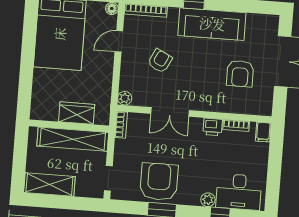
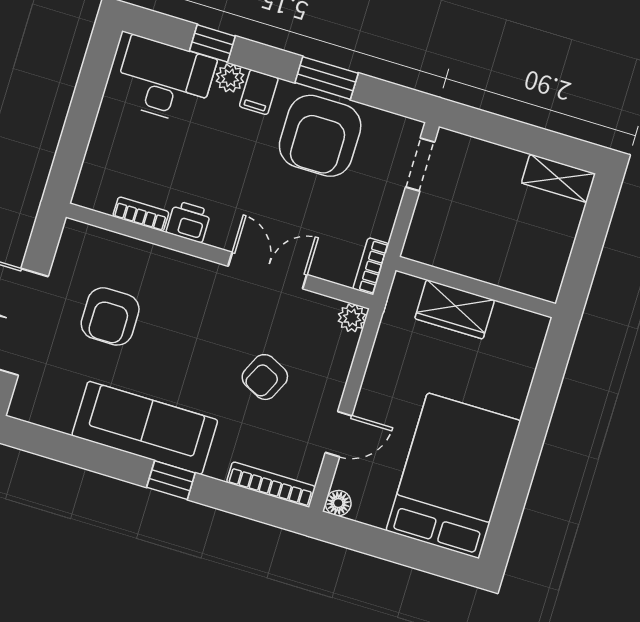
armchair: (240, 74) -> (110, 316), turned 180
filing cabinet: (263, 132) -> (259, 92), moved, turned 180
shelving: (73, 139) -> (474, 259), removed
shelving: (49, 184) -> (558, 178), width x0.67, depth x0.75

